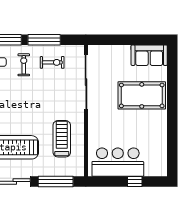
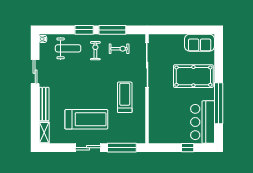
window: (172, 128) -> (219, 103), added
treadmill: (62, 139) -> (125, 97), moved
bar counter: (118, 162) -> (203, 122), moved, turned -90

